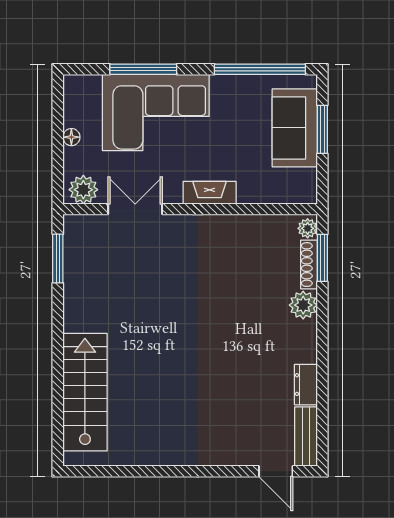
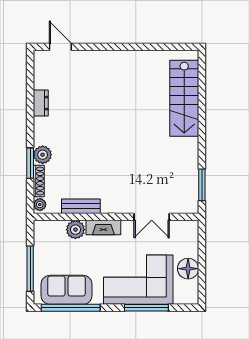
sofa: (295, 128) -> (67, 290), moved, turned -90
window: (322, 129) -> (30, 269), width x1.44
floor lamp: (71, 137) -> (188, 269), width x1.89, depth x1.89
plant: (83, 190) -> (75, 230), moved
window: (322, 258) -> (30, 163), moved
bench: (306, 437) -> (81, 206), moved, turned 90

